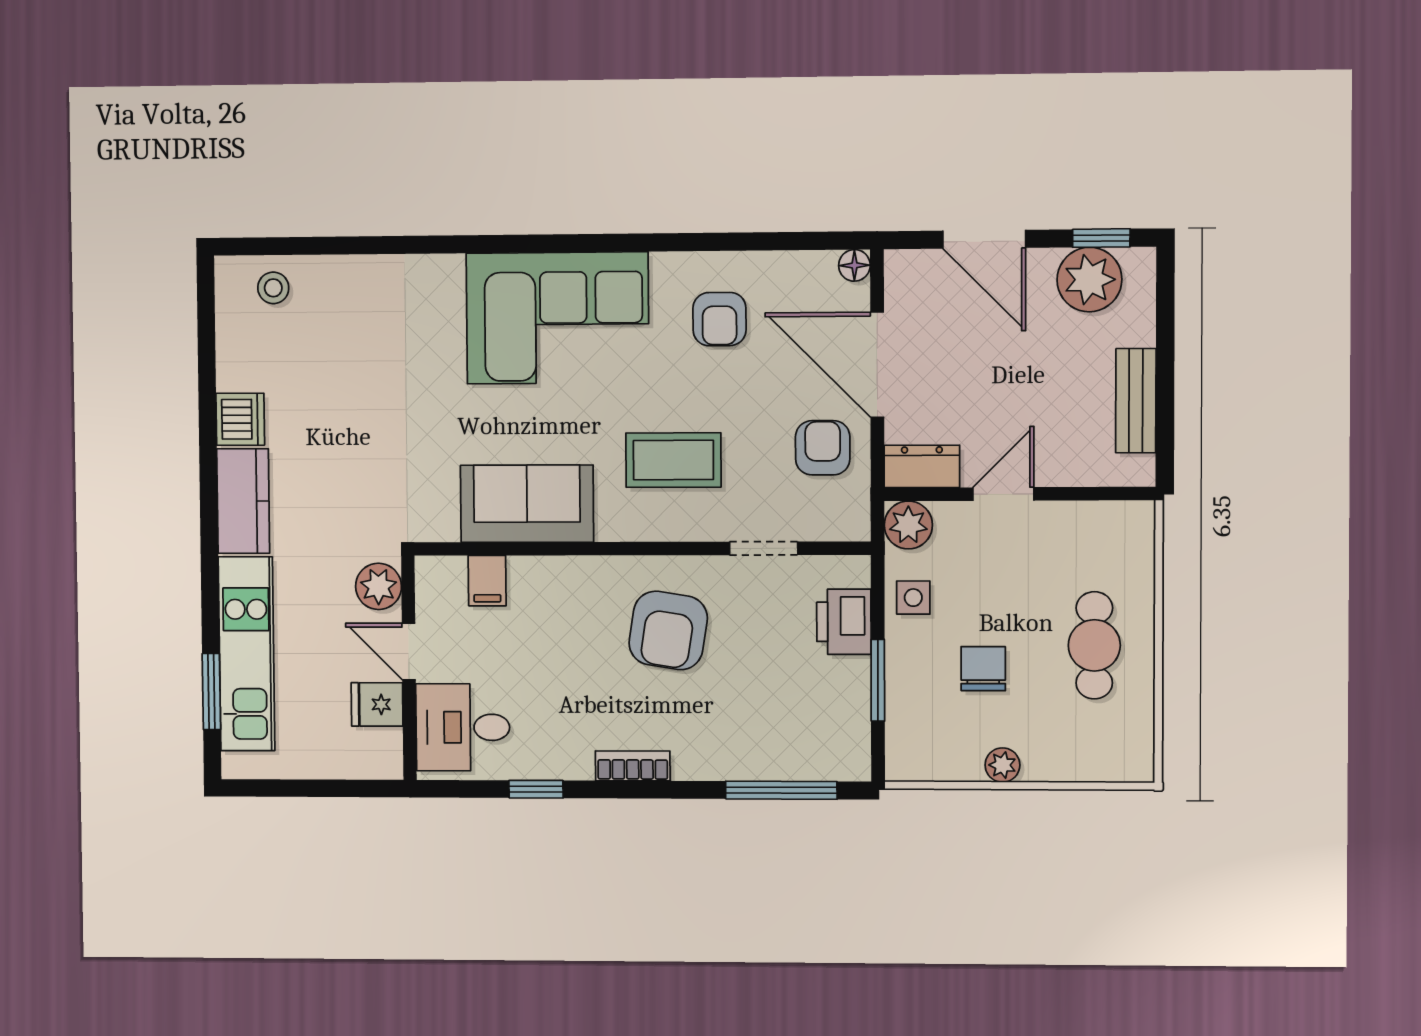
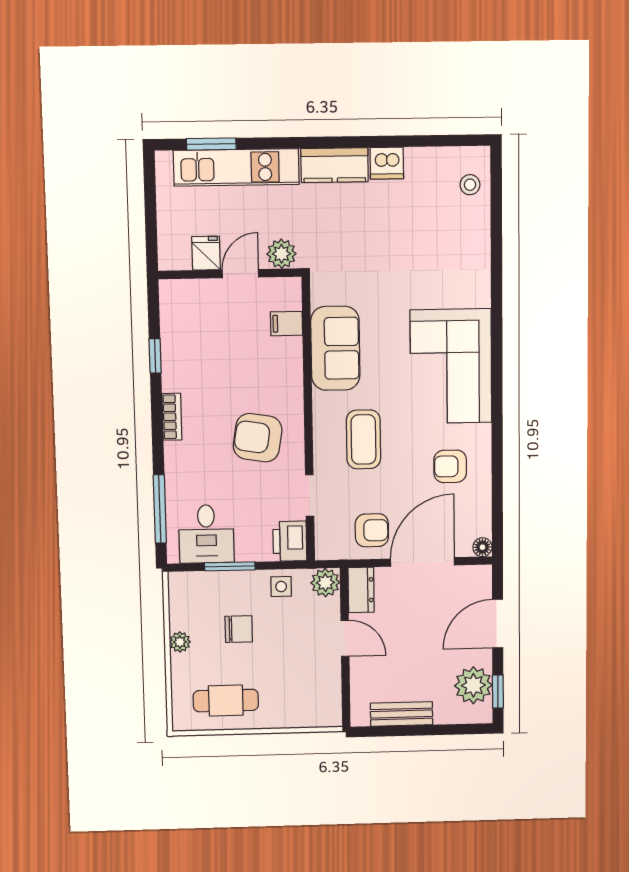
printer: (844, 622) -> (290, 541), moved, turned -90
cafe table: (1094, 645) -> (226, 701), moved
desk: (463, 727) -> (206, 534), moved, turned 180

